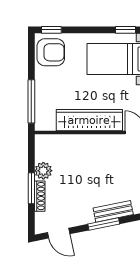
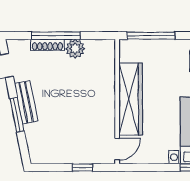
window: (31, 188) -> (56, 36), width x1.44
bench: (113, 211) -> (26, 102), moved

